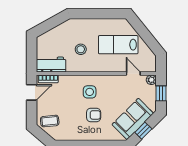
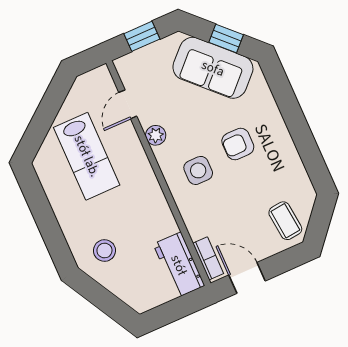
stool: (81, 49) -> (104, 251), moved
plant: (151, 80) -> (156, 135), moved
armchair: (94, 115) -> (238, 144), turned -90

